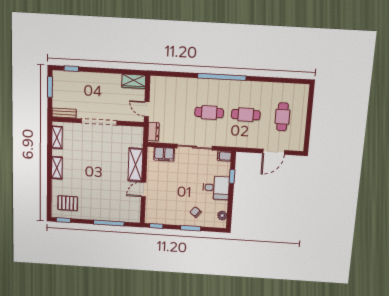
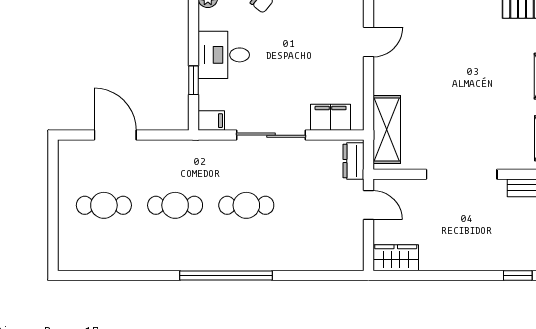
cafe table: (282, 117) -> (104, 205), turned 90
door: (274, 152) -> (115, 135), hinge flipped
shelving: (135, 165) -> (387, 129), moved

